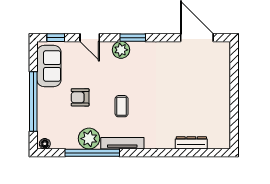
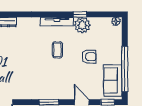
plant: (121, 50) -> (58, 93), removed
window: (33, 102) -> (125, 69), moved
window: (92, 153) -> (80, 14), width x0.32

